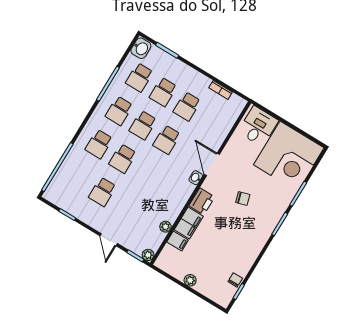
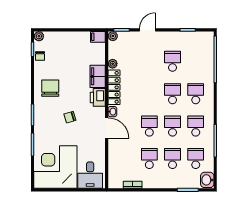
locker: (179, 202) -> (114, 87), added
door: (109, 240) -> (147, 30), hinge flipped
filing cabinet: (178, 241) -> (98, 37), moved
chair: (245, 241) -> (50, 88), added
plant: (190, 280) -> (39, 36), moved

